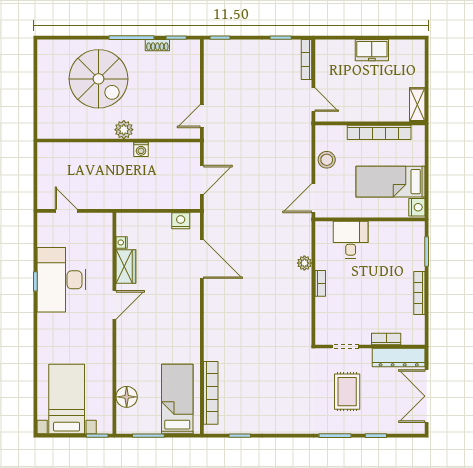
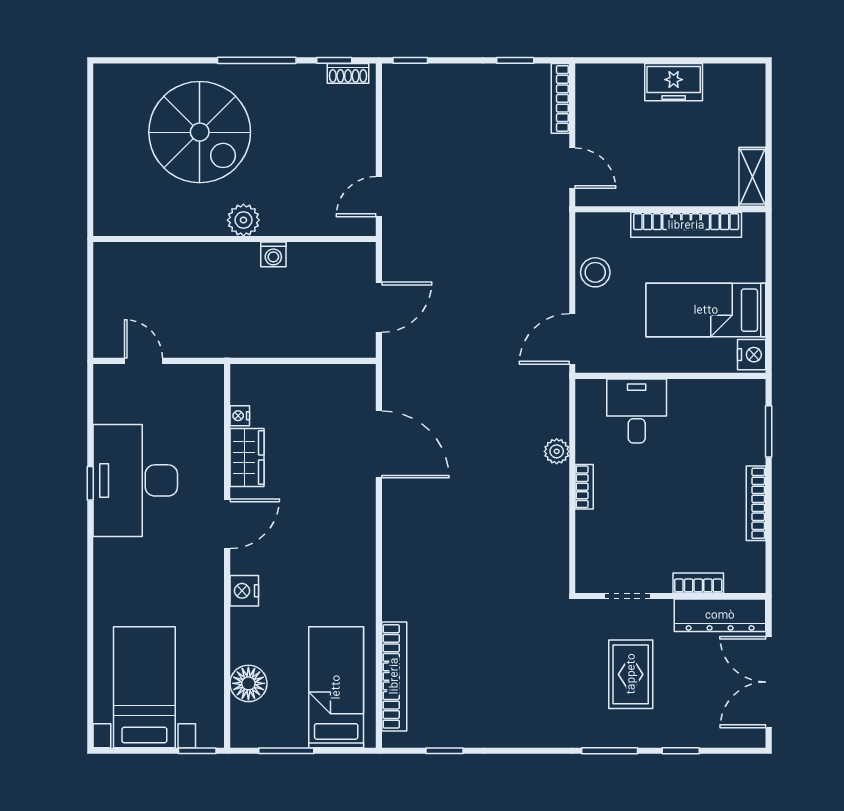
shoe rack: (157, 45) -> (348, 73), moved
nightstand: (181, 221) -> (244, 591), moved, turned -90

